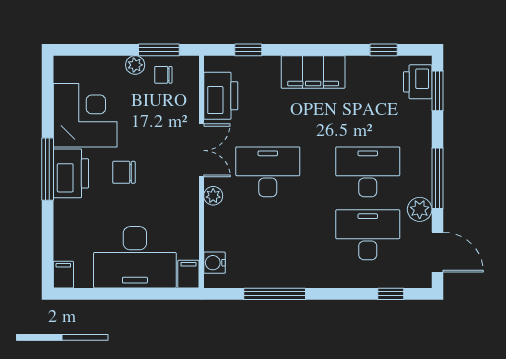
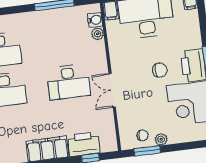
printer: (221, 96) -> (84, 144), moved, turned 90
plant: (213, 196) -> (98, 34), moved

